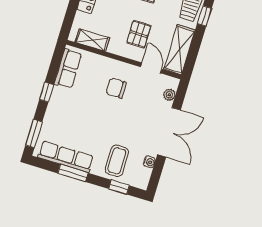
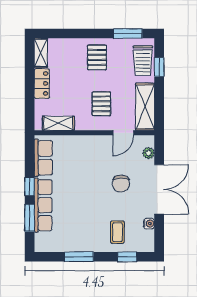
door: (151, 68) -> (123, 133), swing flipped
chair: (116, 88) -> (121, 184), moved, turned -90
window: (34, 134) -> (30, 218), moved
row of seats: (66, 157) -> (43, 205), moved, turned 90
coffee table: (117, 161) -> (117, 232), width x0.73, depth x0.77

